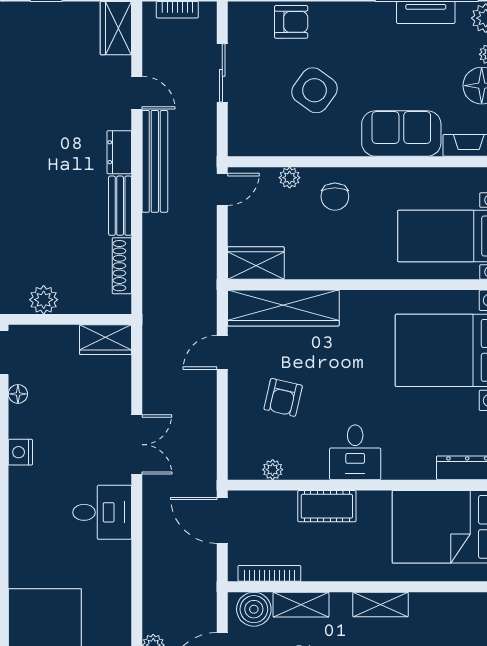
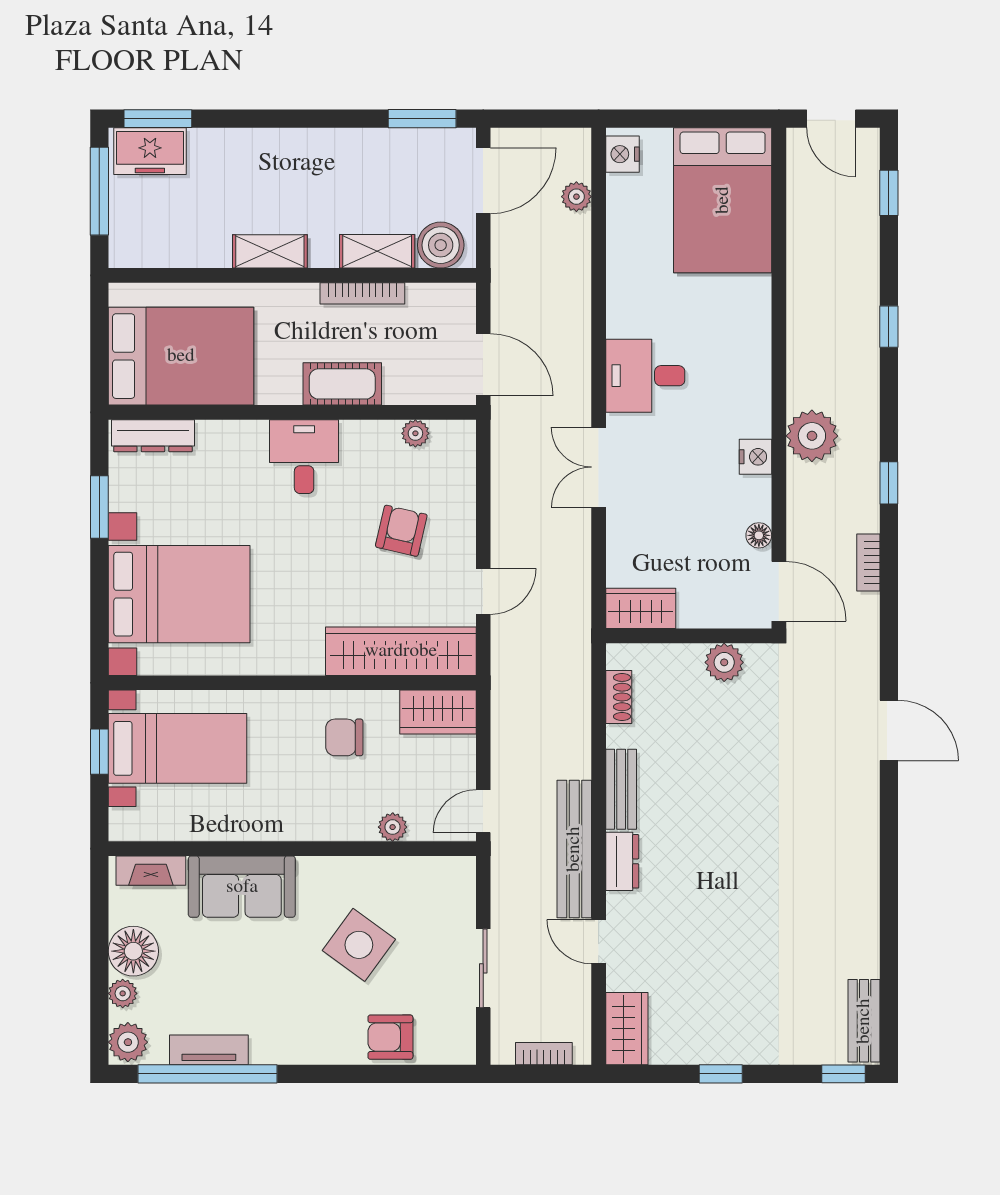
chair: (335, 197) -> (344, 737), moved, turned -90
shoe rack: (122, 266) -> (619, 697), width x0.70
bookcase: (269, 573) -> (362, 293), moved

